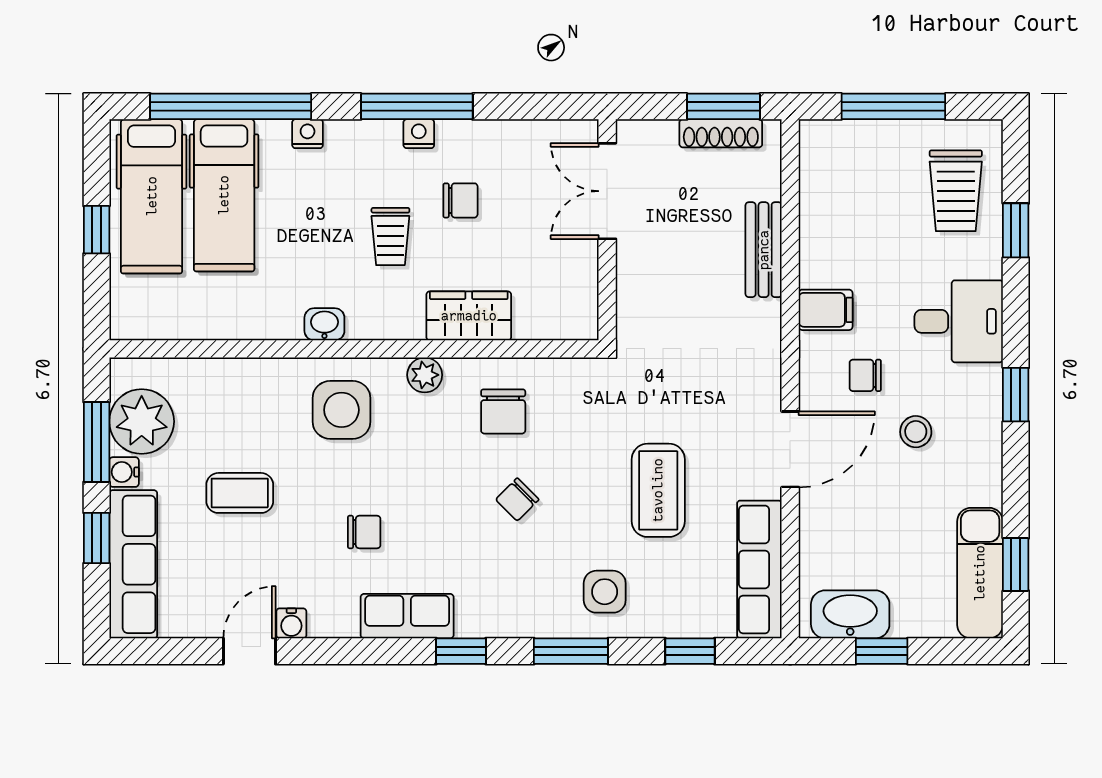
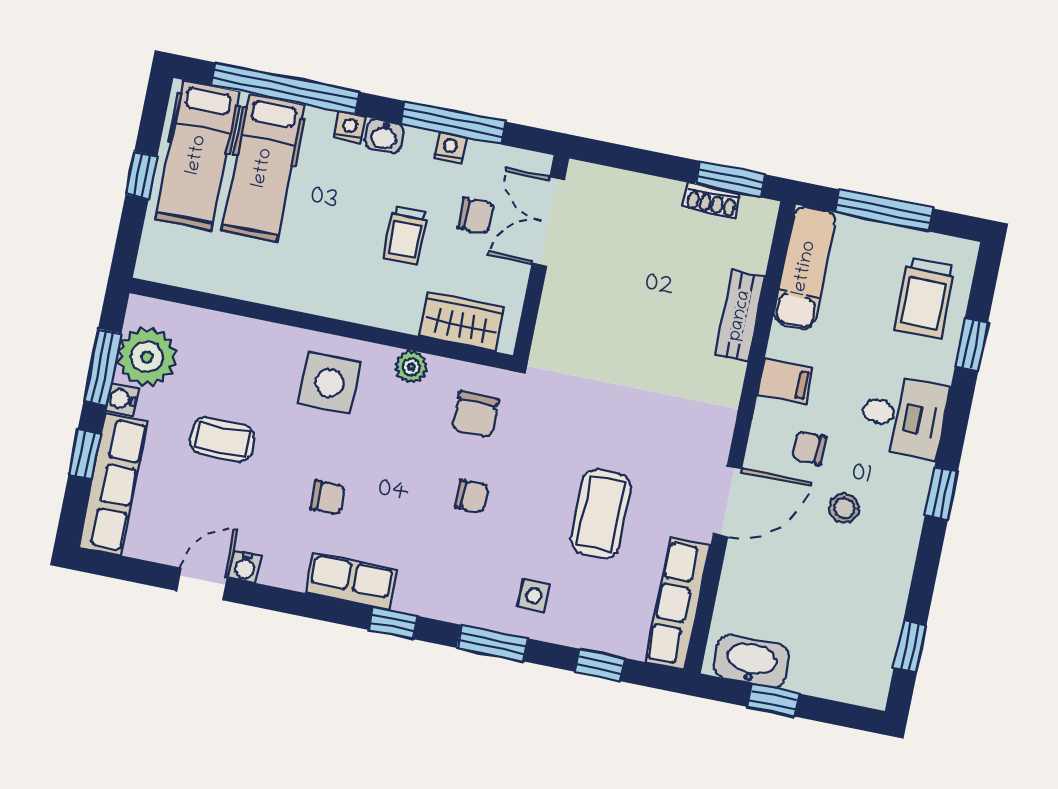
shoe rack: (721, 133) -> (712, 201), width x0.70
double door: (607, 191) -> (548, 222), moved
wall: (607, 230) -> (541, 257), moved
washbasin: (324, 324) -> (384, 136), moved, turned 180
chair: (517, 499) -> (472, 496), turned -135
exam couch: (980, 573) -> (805, 268), moved, turned 180
side table: (605, 592) -> (534, 596), width x0.73, depth x0.73

